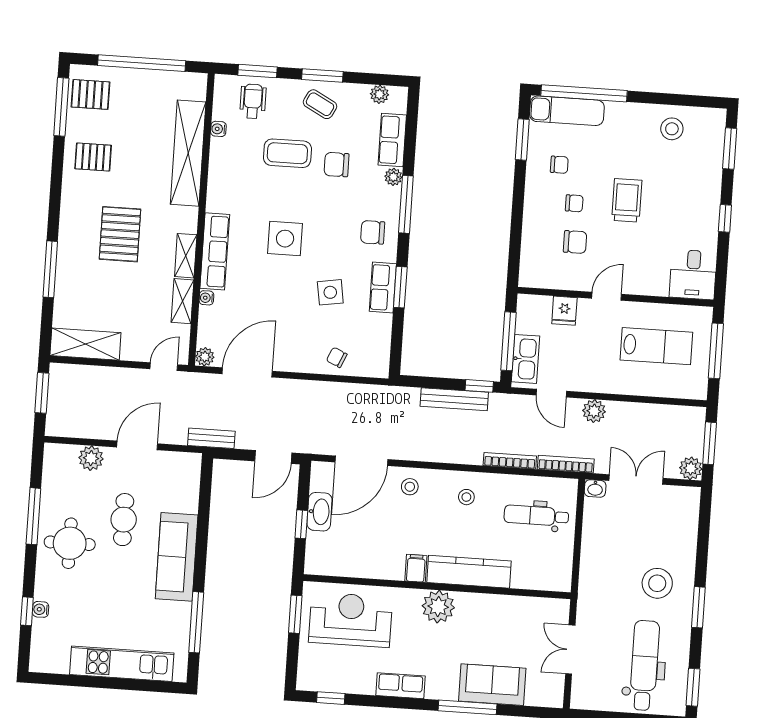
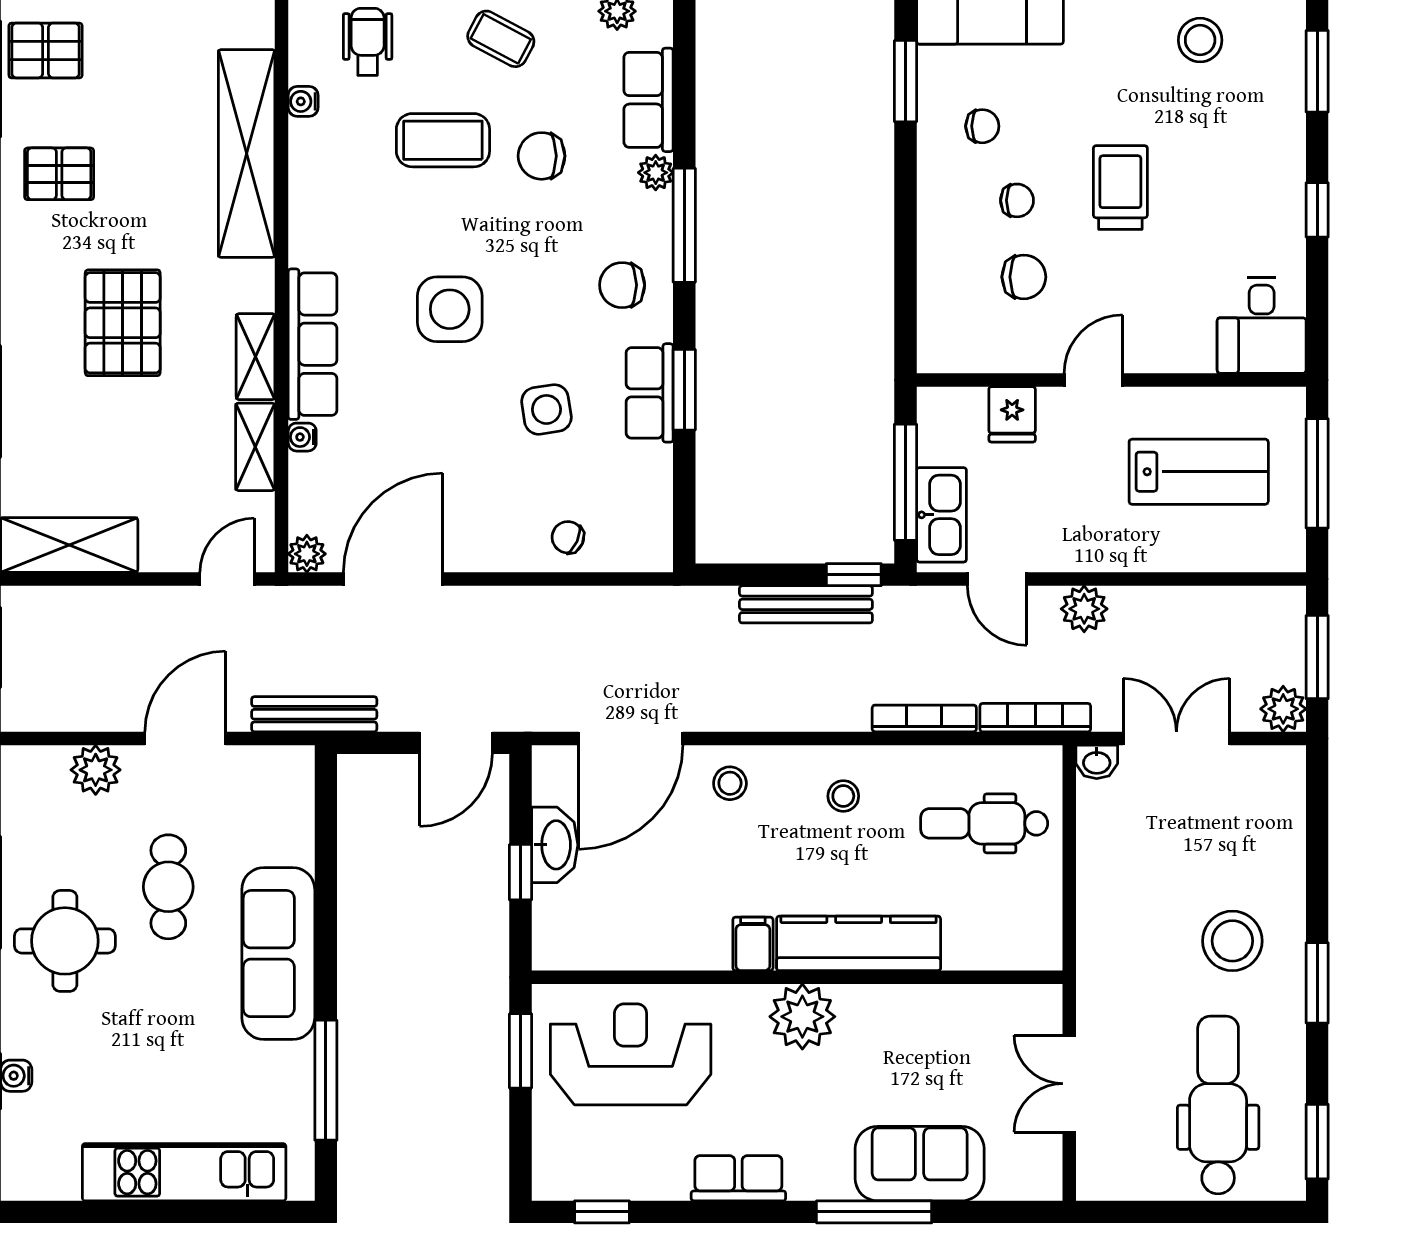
bench: (211, 438) -> (314, 714), width x1.36

